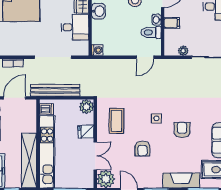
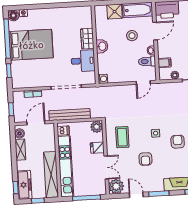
filing cabinet: (172, 23) -> (164, 63), moved

